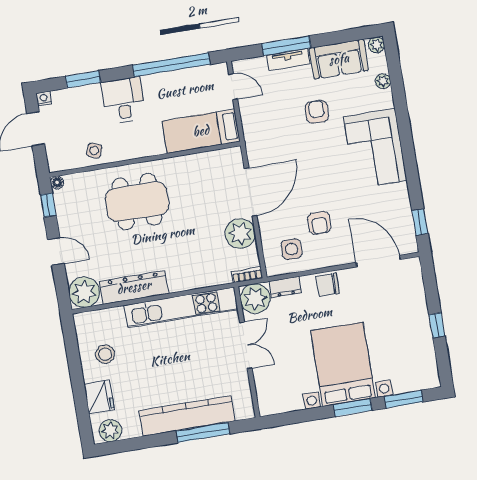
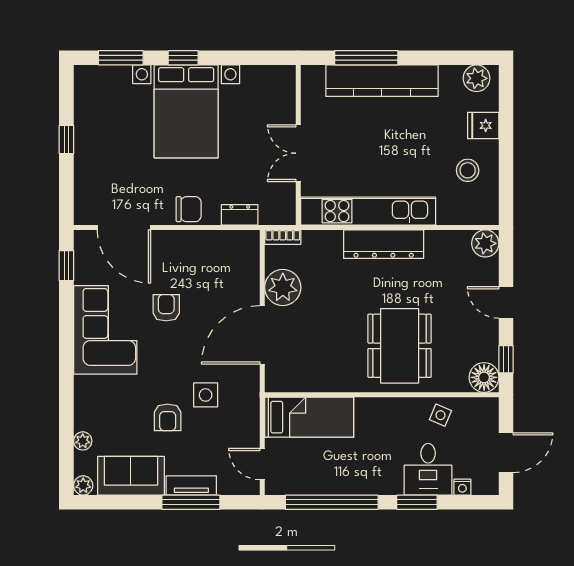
window: (83, 79) -> (417, 502), moved
nightstand: (44, 99) -> (462, 487), moved
desk: (123, 100) -> (428, 469), moved
corner sofa: (375, 149) -> (105, 330), moved
floor lamp: (57, 182) -> (484, 377), width x1.89, depth x1.89
dining table: (137, 202) -> (400, 346), turned 90
armchair: (319, 223) -> (166, 308), moved
side table: (292, 249) -> (206, 395), moved
dresser: (134, 287) -> (384, 244), moved
plant: (84, 292) -> (485, 243), width x0.73, depth x0.73
plant: (255, 298) -> (278, 207), removed
fridge: (99, 397) -> (483, 125), width x0.72
window: (353, 408) -> (183, 58), width x0.67

